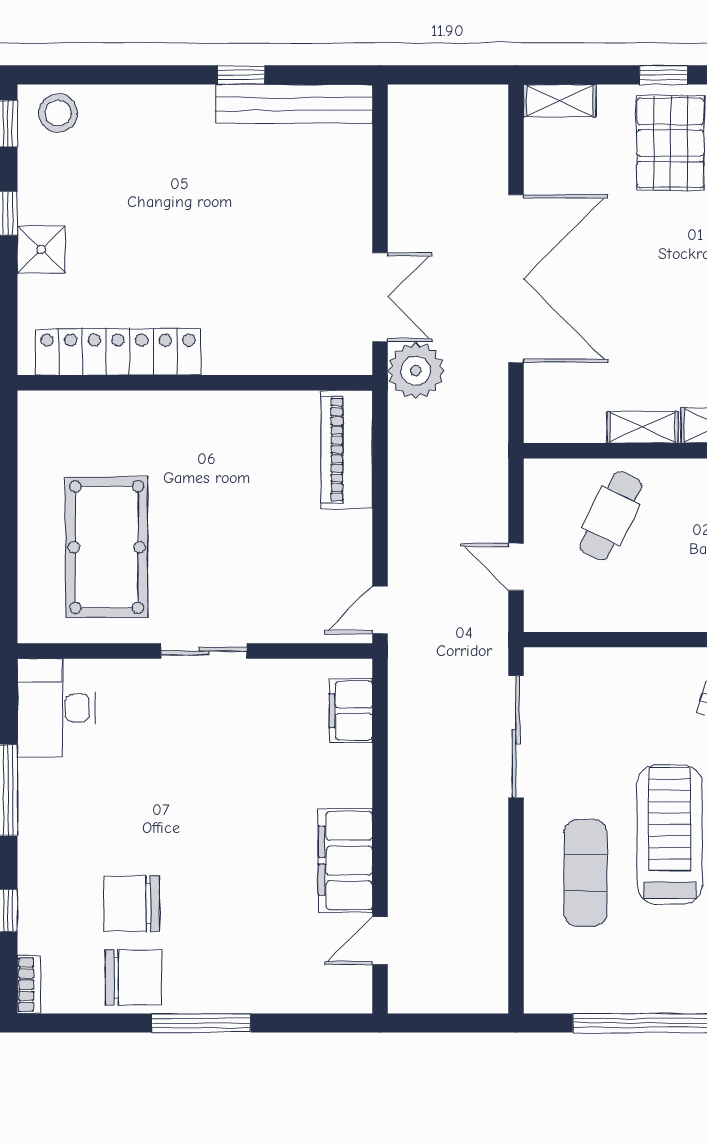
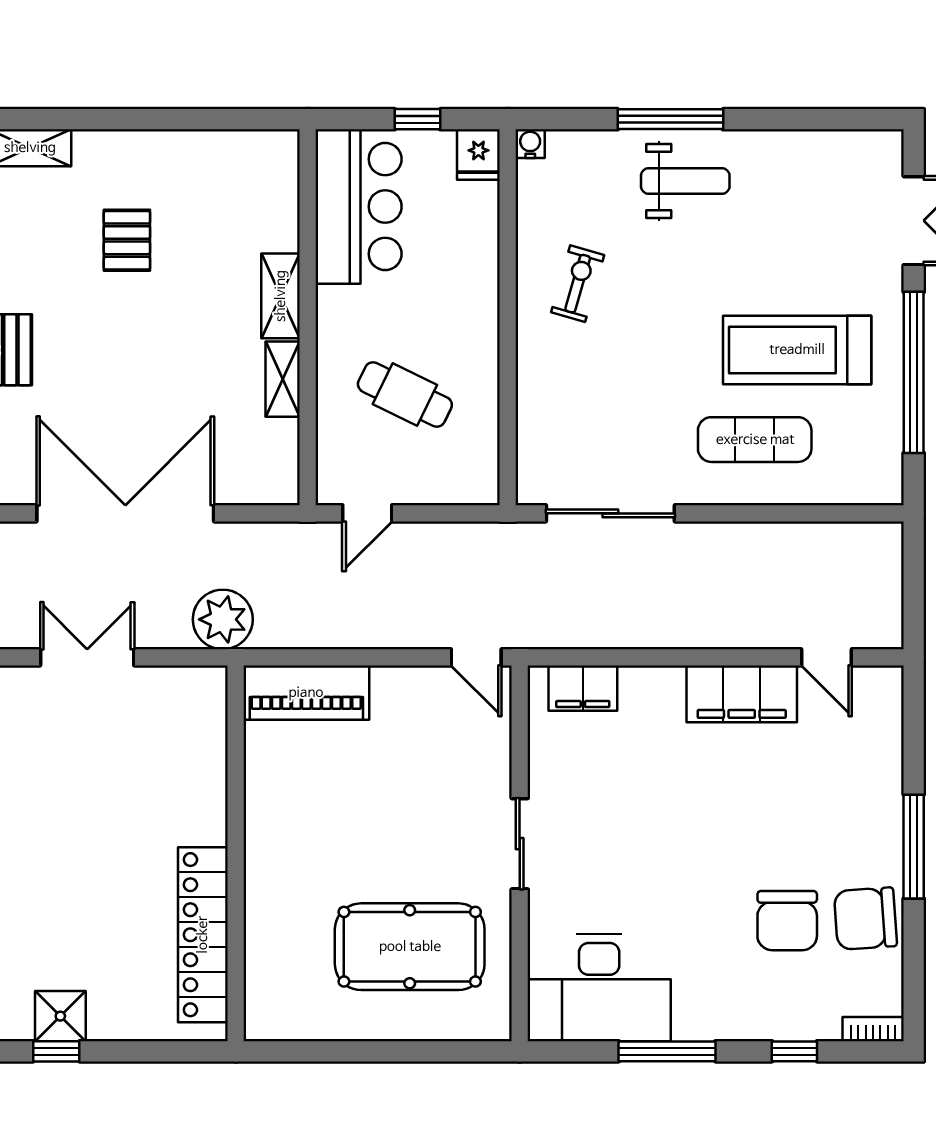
shower: (41, 250) -> (60, 1016), moved
double door: (380, 297) -> (87, 657), moved
cafe table: (611, 516) -> (405, 395), moved
door: (516, 567) -> (367, 513), moved
desk: (56, 708) -> (599, 988), width x1.36, depth x1.30
treadmill: (670, 834) -> (797, 350), moved
chair: (133, 977) -> (865, 919), turned -94

